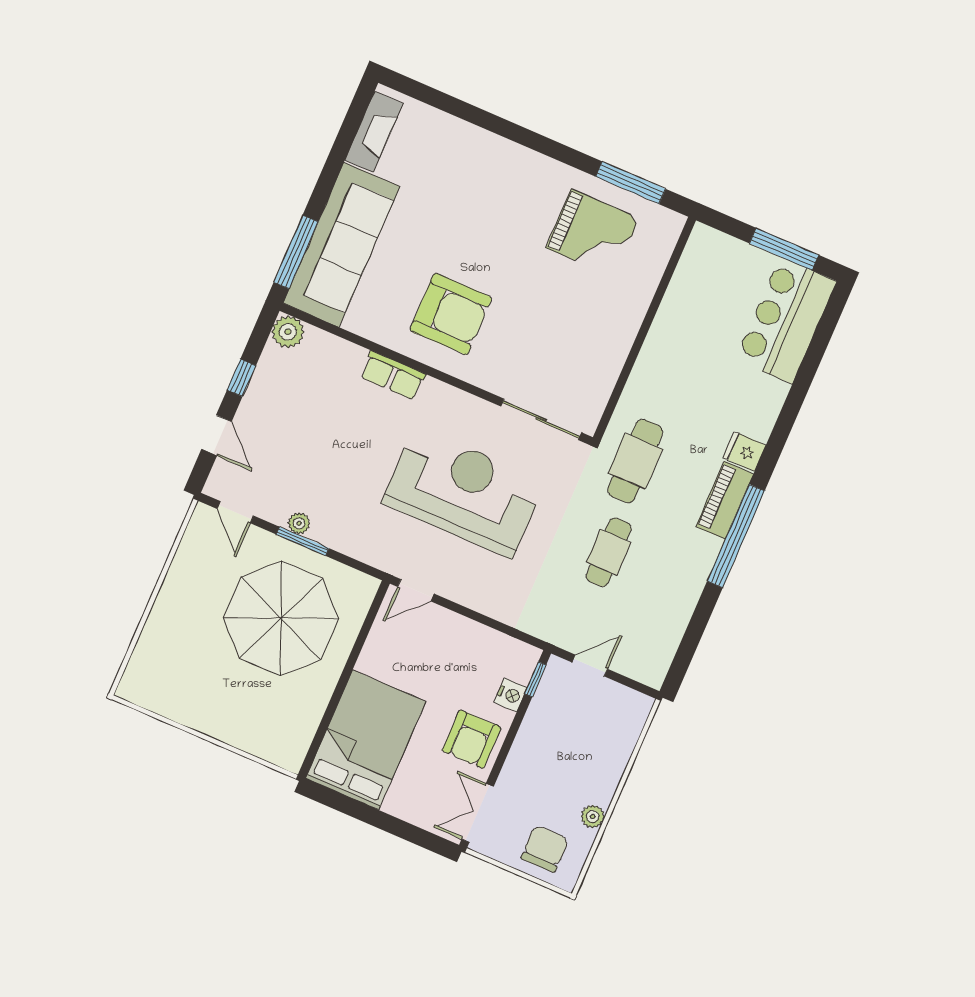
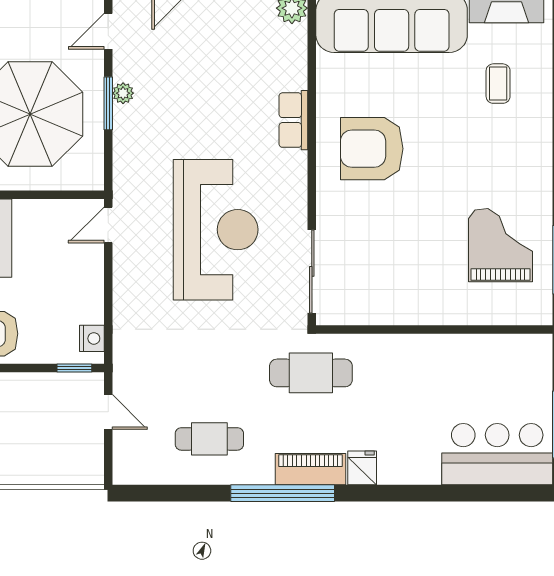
coffee table: (441, 170) -> (498, 84), added
grand piano: (593, 233) -> (500, 245), turned 180
armchair: (451, 314) -> (372, 149), turned 90
cafe table: (609, 552) -> (209, 439), moved
door: (416, 590) -> (108, 225), hinge flipped
nightstand: (511, 695) -> (92, 338), moved, turned -90

